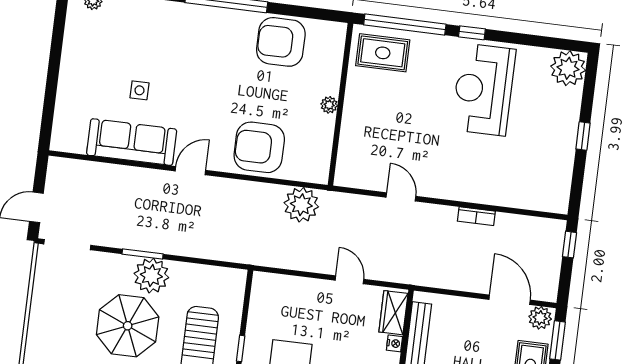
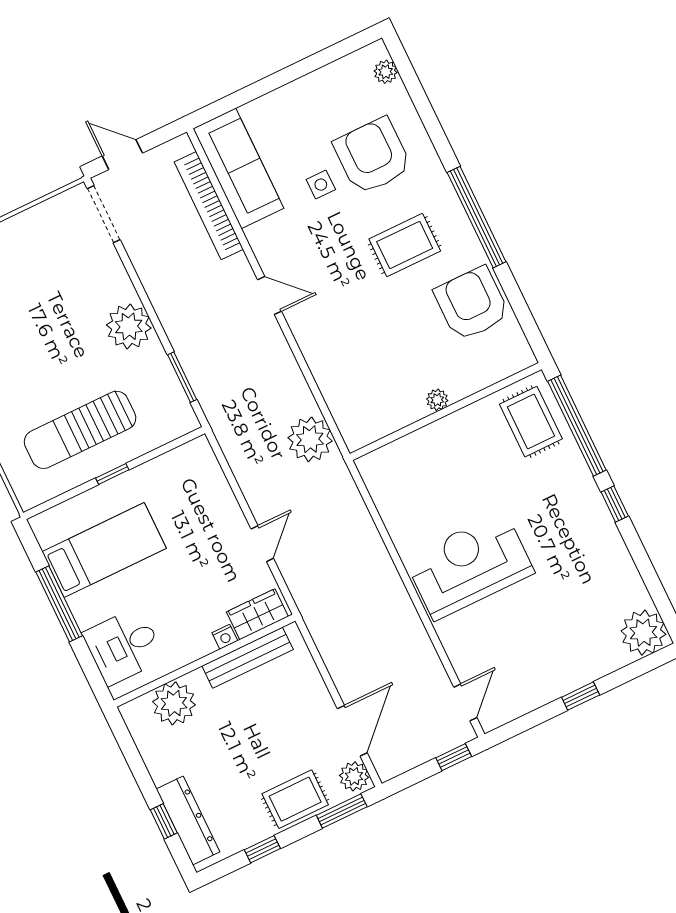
rug: (214, 61) -> (405, 245), added
reception desk: (483, 89) -> (469, 566), moved
sofa: (132, 142) -> (238, 168), moved
armchair: (259, 147) -> (372, 156), moved
door: (401, 197) -> (465, 702), moved
bookcase: (476, 216) -> (209, 206), moved, width x2.31, depth x1.31
window: (143, 254) -> (182, 377), moved
parasol: (128, 326) -> (58, 336), removed

